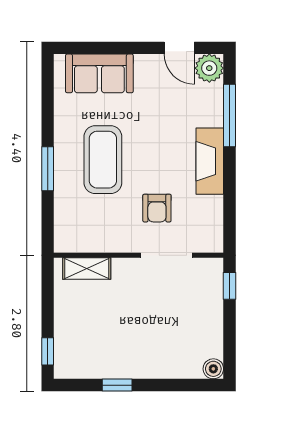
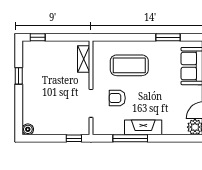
window: (230, 115) -> (130, 138), moved
coffee table: (103, 160) -> (129, 65), moved
window: (48, 169) -> (168, 37), moved

